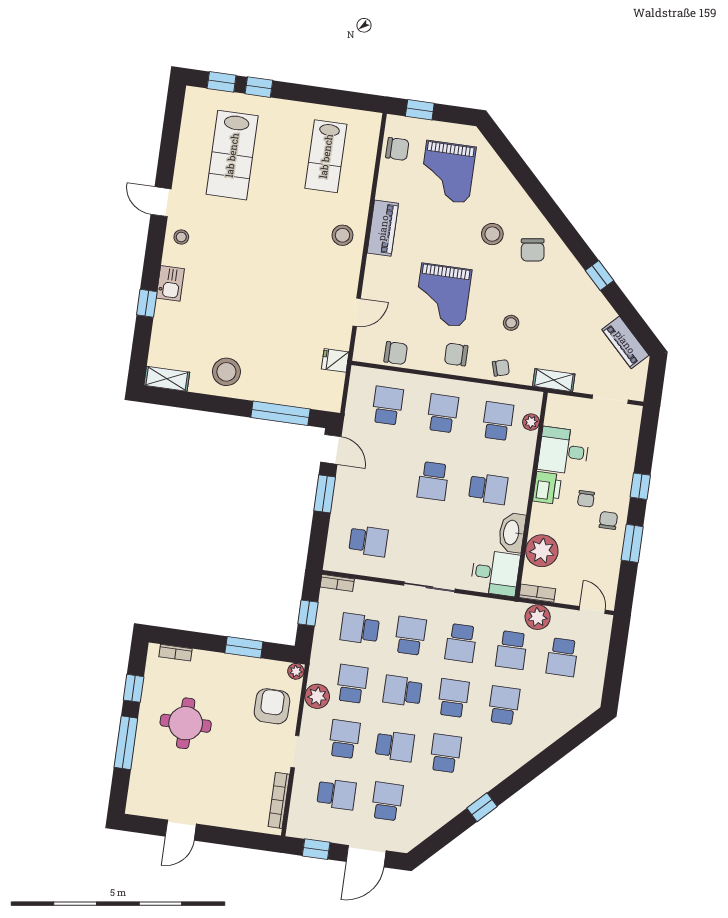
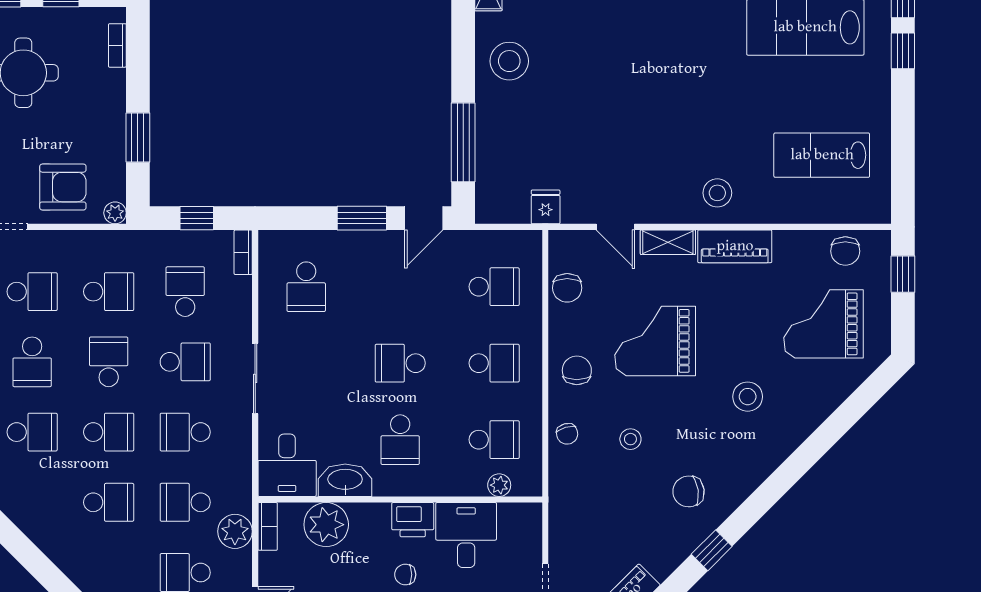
chair: (533, 250) -> (689, 491), moved
shelving: (554, 380) -> (668, 242), moved, turned 90
plant: (317, 696) -> (85, 247), removed

